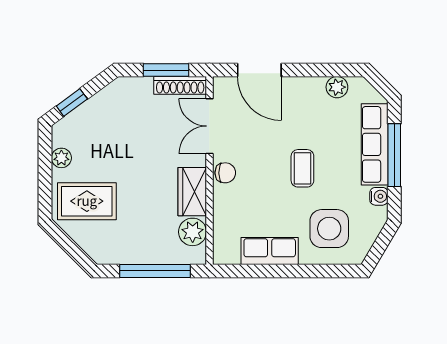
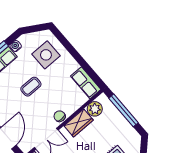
row of seats: (270, 251) -> (86, 83), moved

